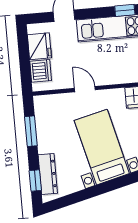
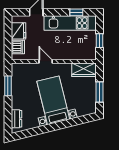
dresser: (48, 174) -> (16, 119), width x0.70
window: (35, 181) -> (8, 118), removed

